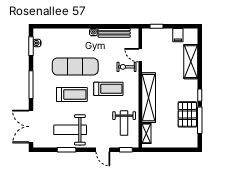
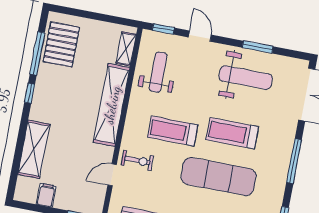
door: (140, 55) -> (112, 175), swing flipped
pallet: (187, 114) -> (61, 45), moved

